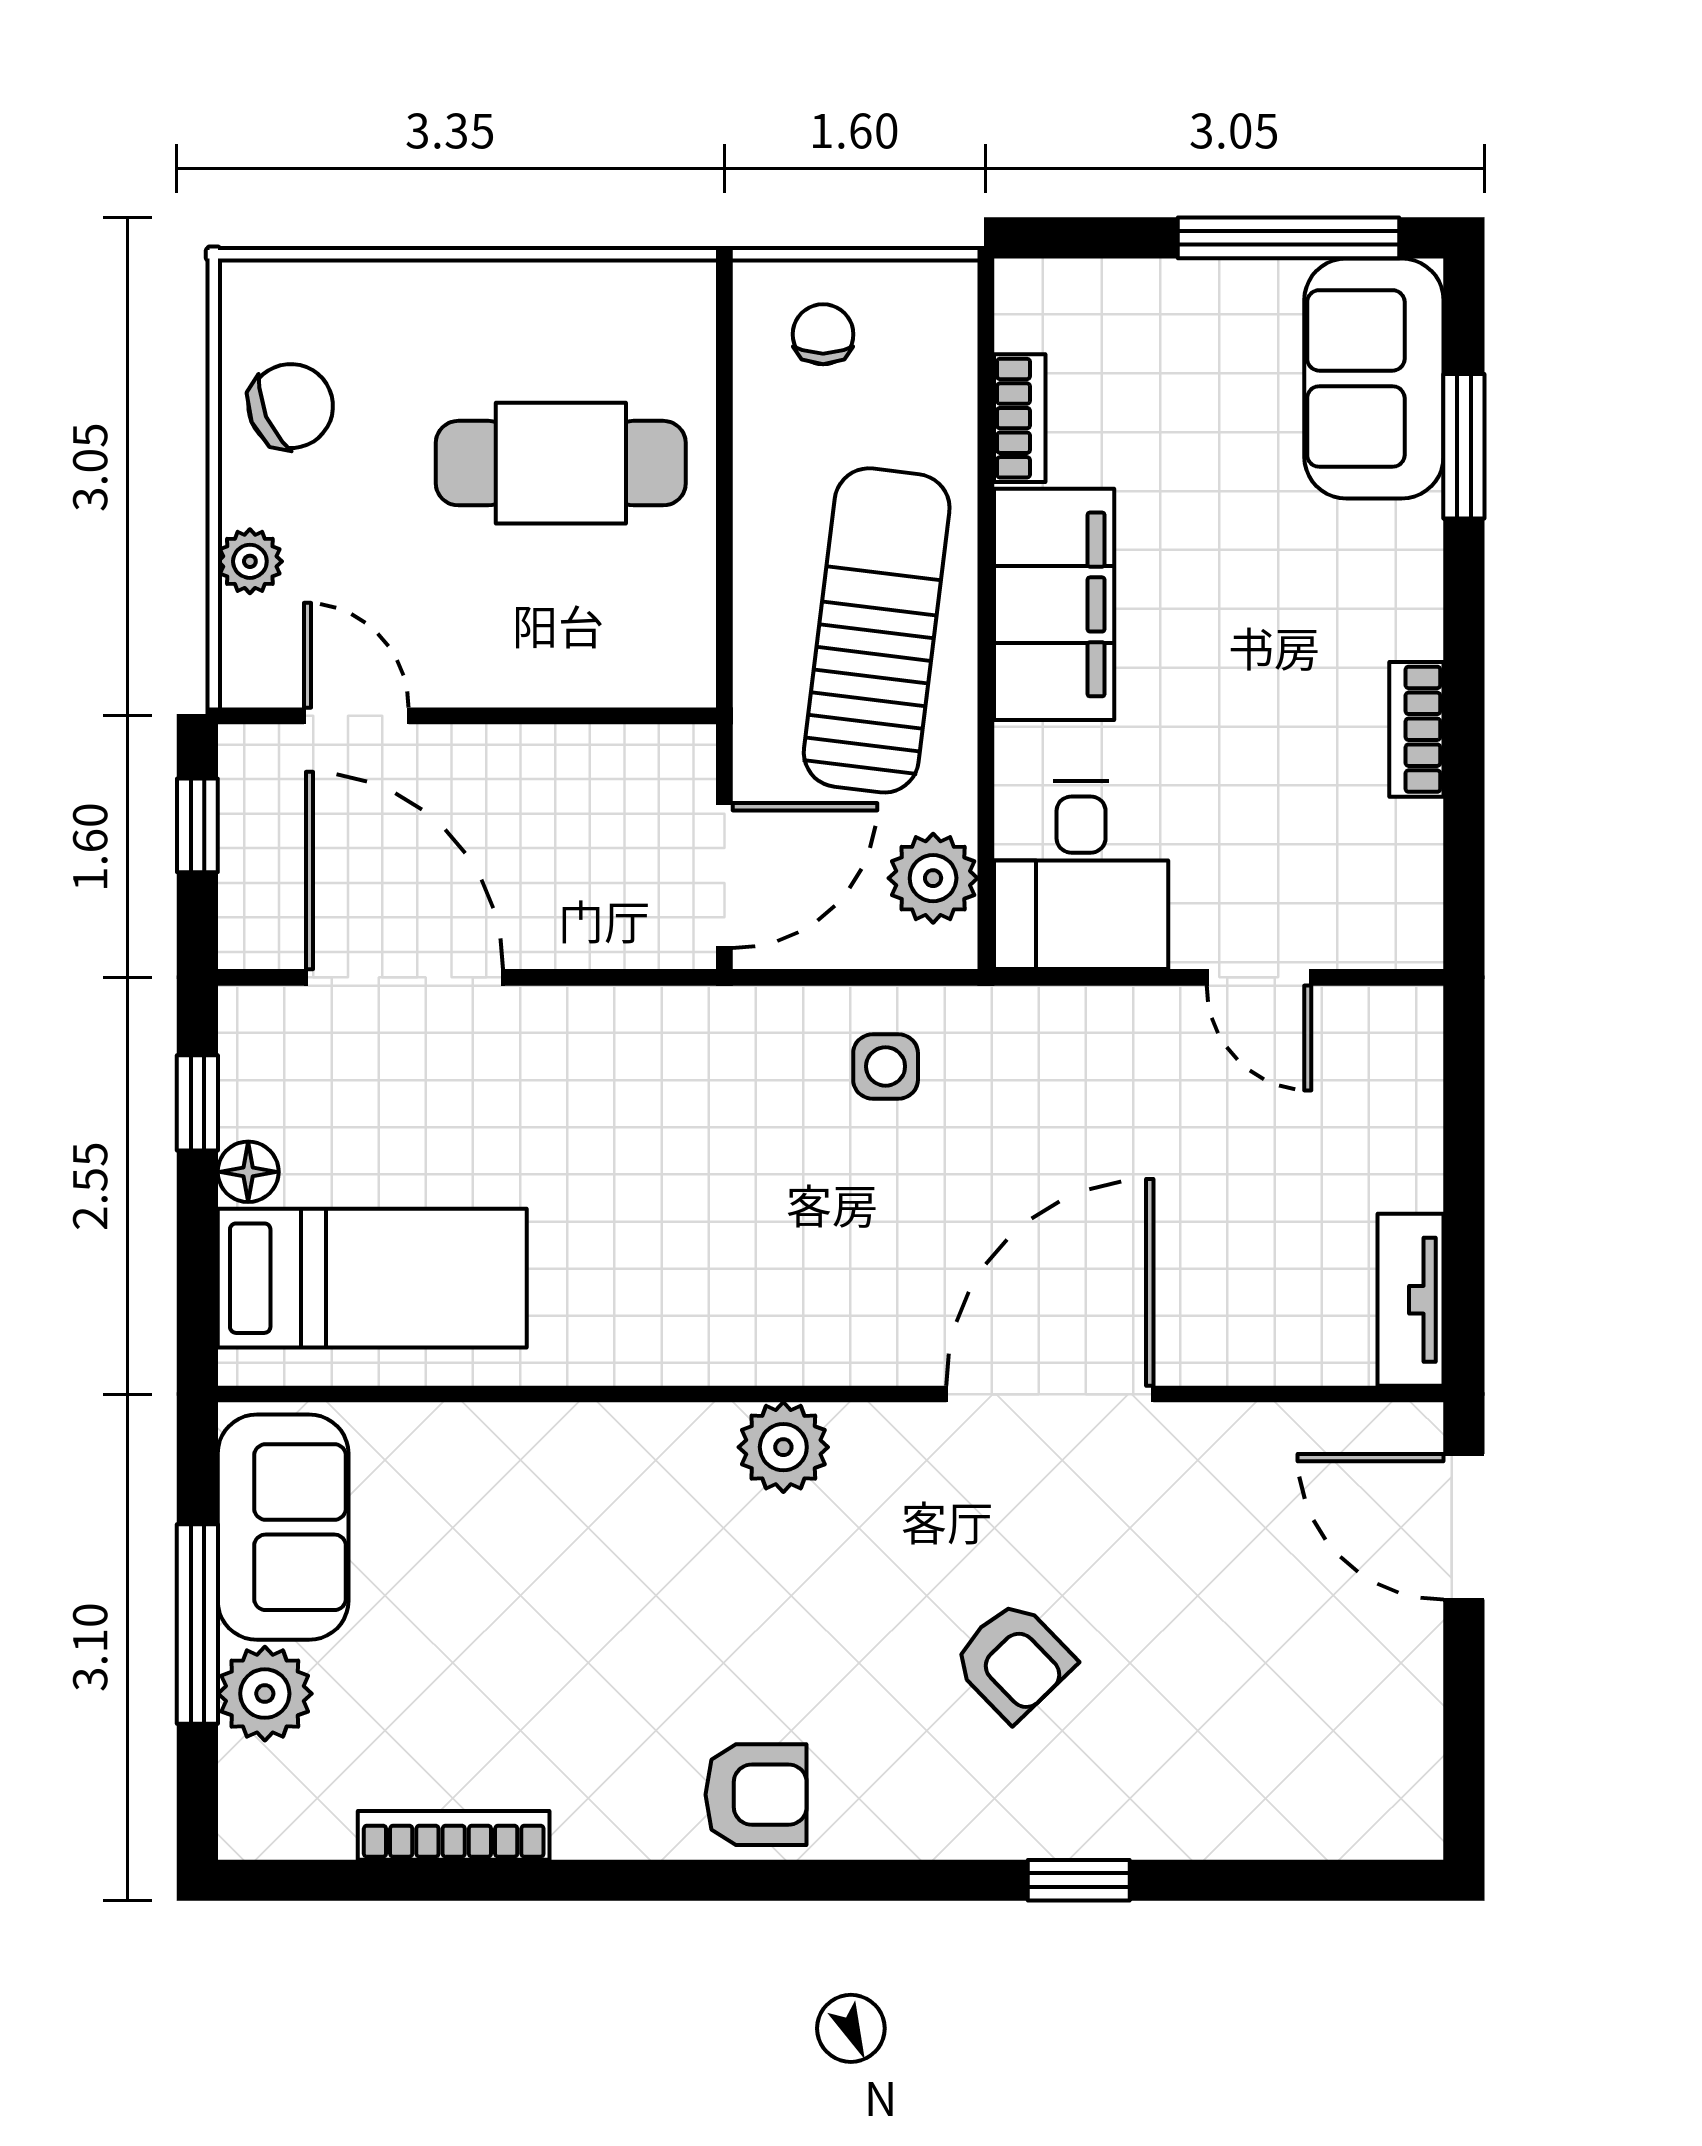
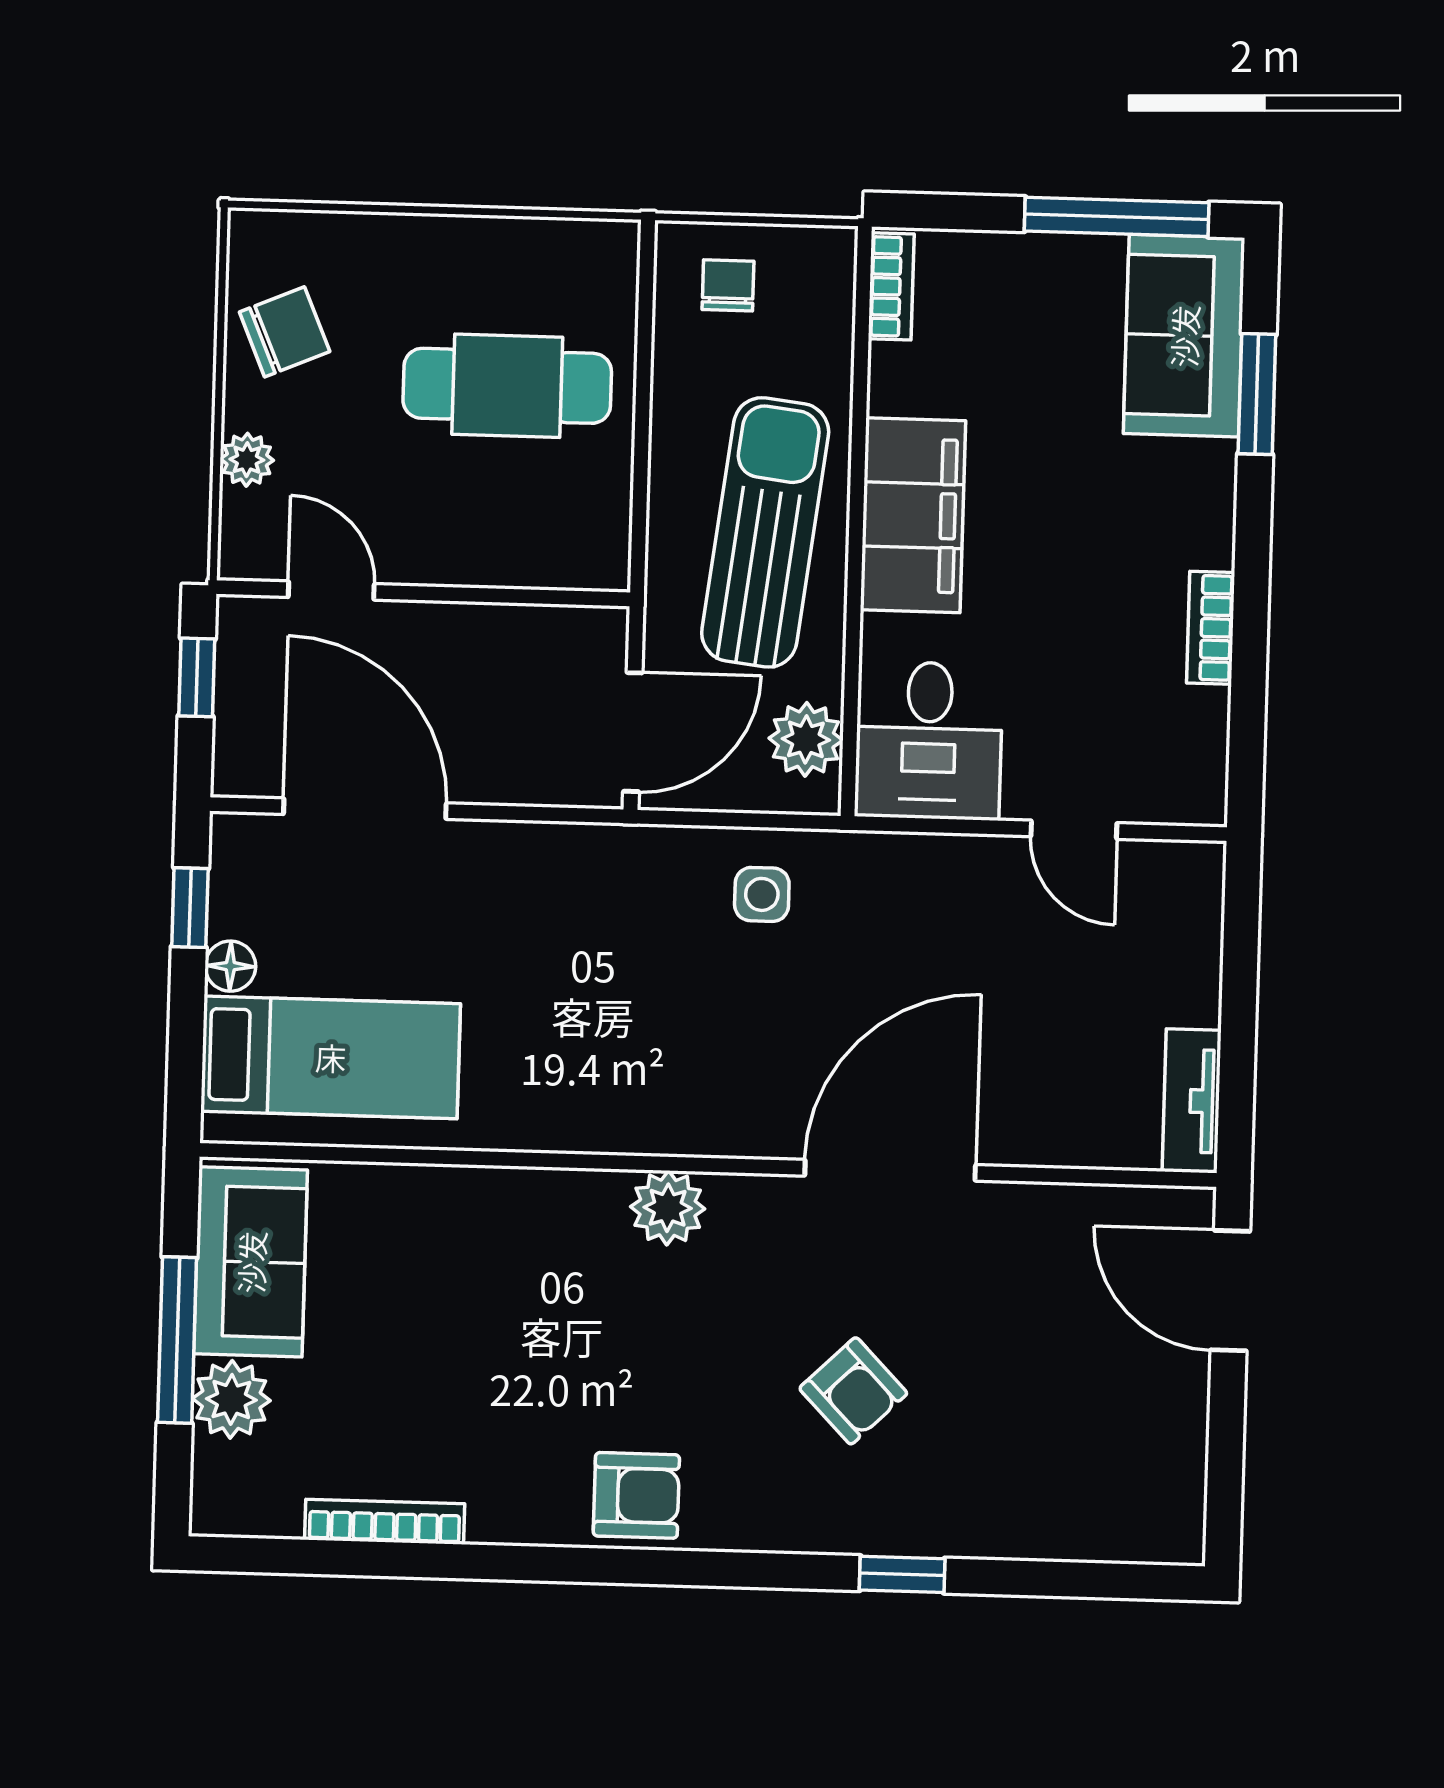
bookcase: (1020, 418) -> (891, 286), moved

